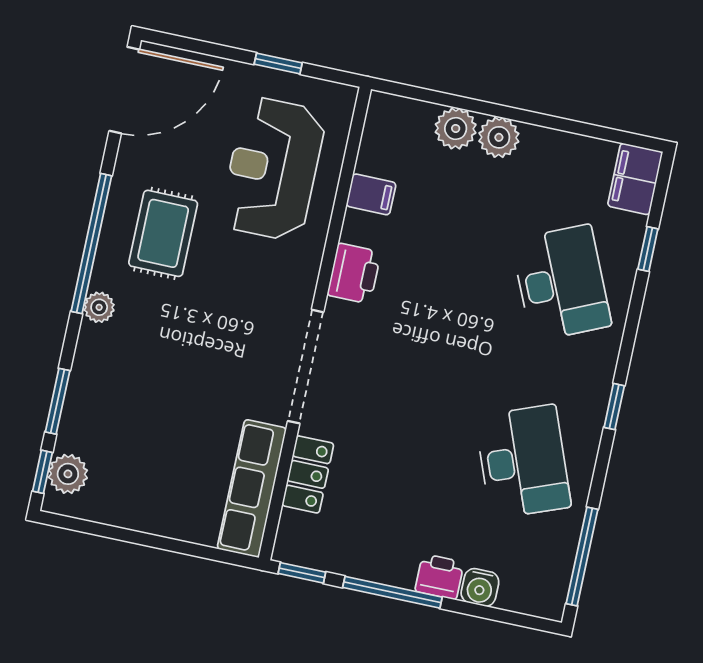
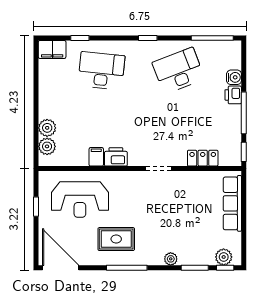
plant: (499, 137) -> (47, 146), moved
filing cabinet: (371, 194) -> (96, 157), moved
window: (91, 244) -> (127, 268), width x0.68
desk: (561, 283) -> (101, 71), turned 30
plant: (99, 307) -> (171, 259), moved
doorway: (306, 367) -> (158, 169), width x0.53
row of seats: (252, 488) -> (232, 203), moved, turned 90

